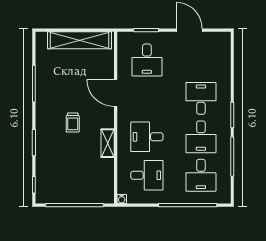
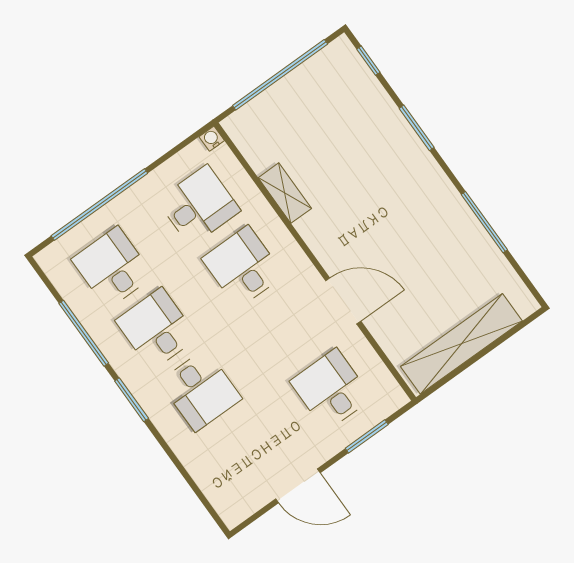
trolley: (73, 122) -> (378, 205), removed
desk: (147, 137) -> (243, 267), turned -90
shelving: (108, 143) -> (285, 193), moved
desk: (147, 175) -> (199, 206), turned 180

